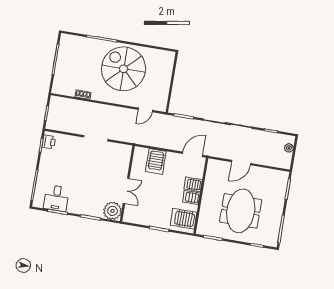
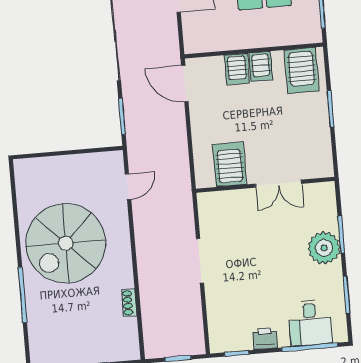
door: (145, 110) -> (128, 187), hinge flipped
printer: (49, 142) -> (265, 338), moved
server rack: (156, 161) -> (230, 164), moved, turned -90
double door: (126, 191) -> (279, 184), swing flipped
desk: (56, 198) -> (310, 323), moved, turned 90
plant: (113, 211) -> (324, 248), moved

